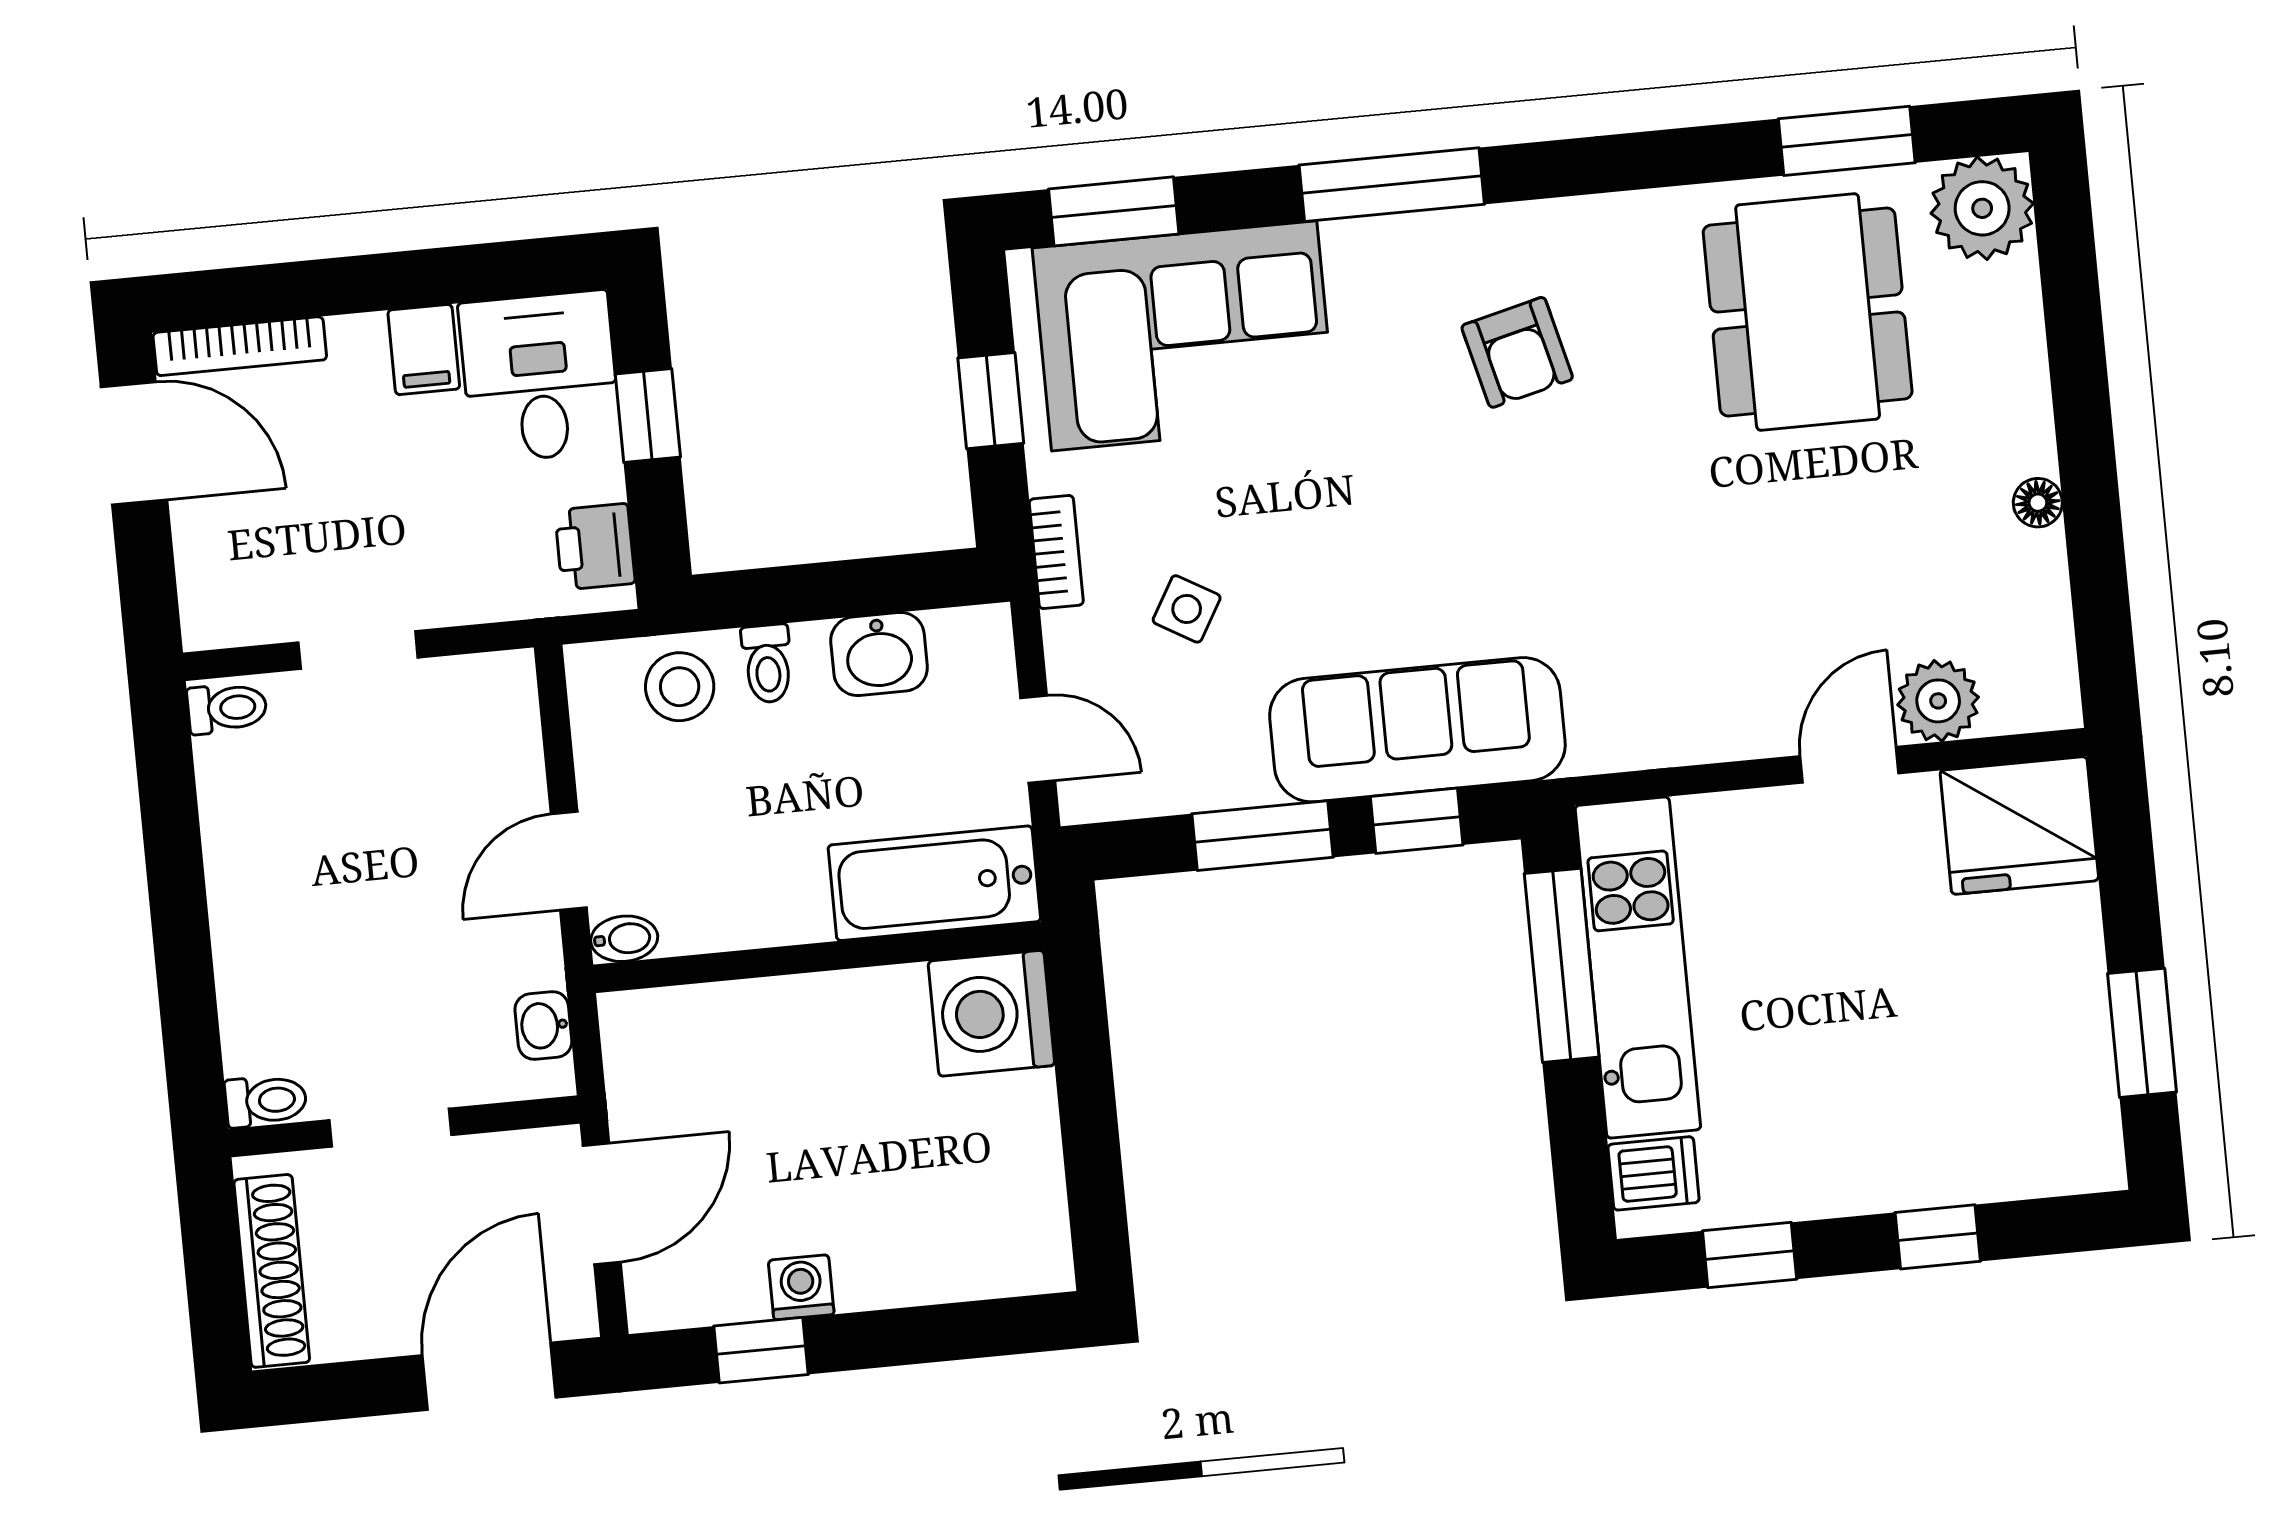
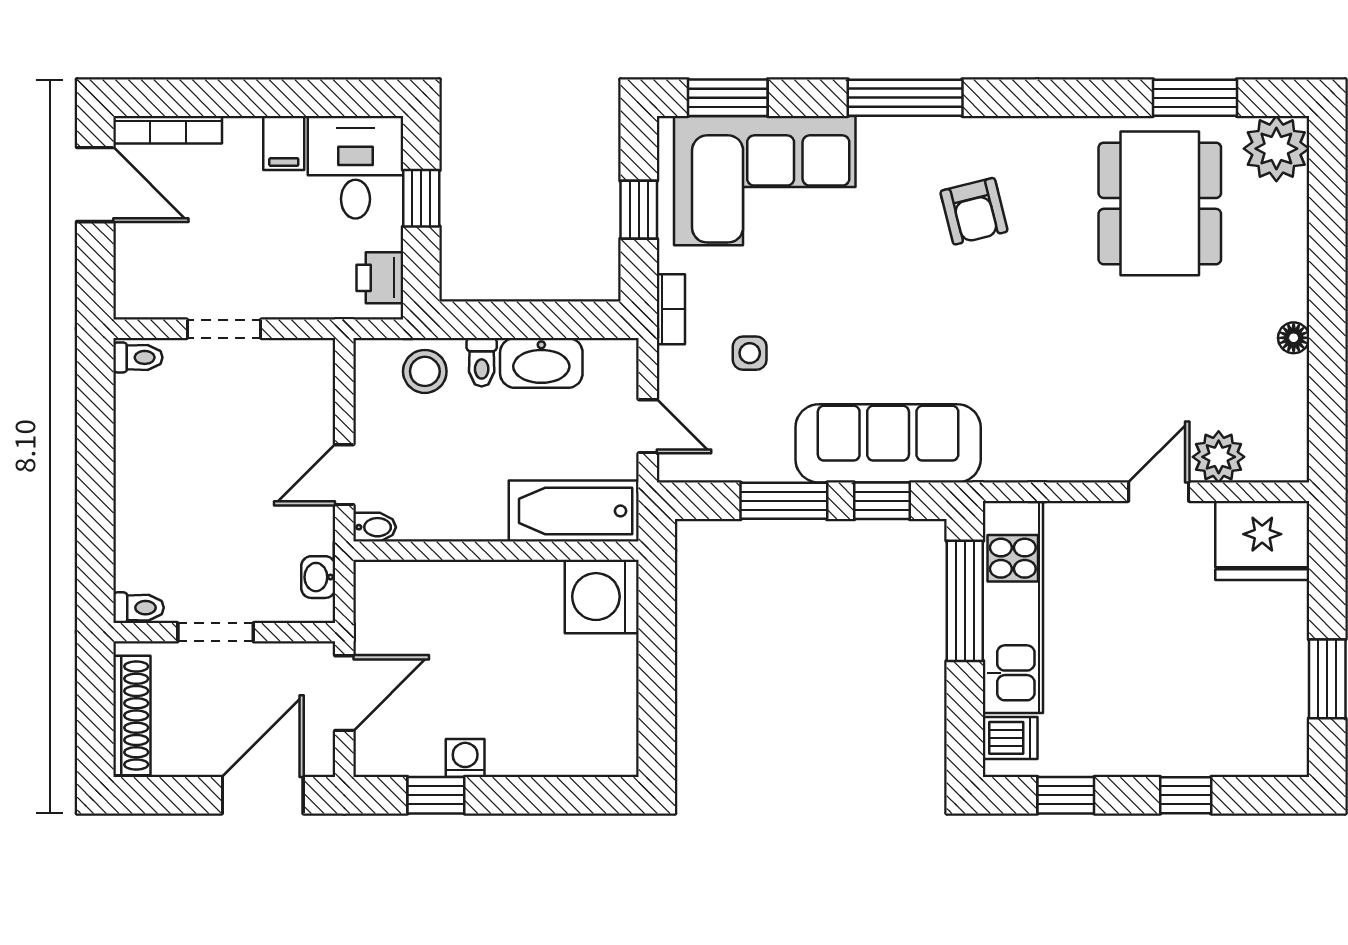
side table: (1187, 609) -> (750, 353), turned -30
washbasin: (879, 654) -> (541, 363), width x1.38

